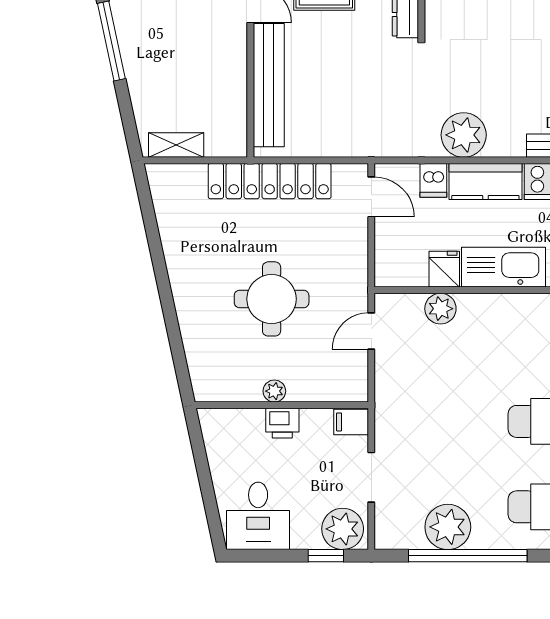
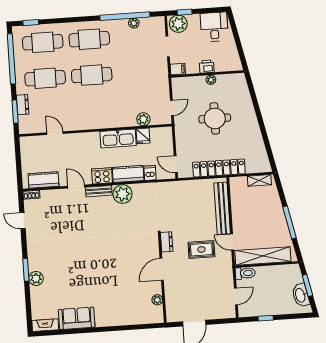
plant: (464, 135) -> (123, 194), moved
plant: (448, 527) -> (134, 23), width x0.53, depth x0.53

